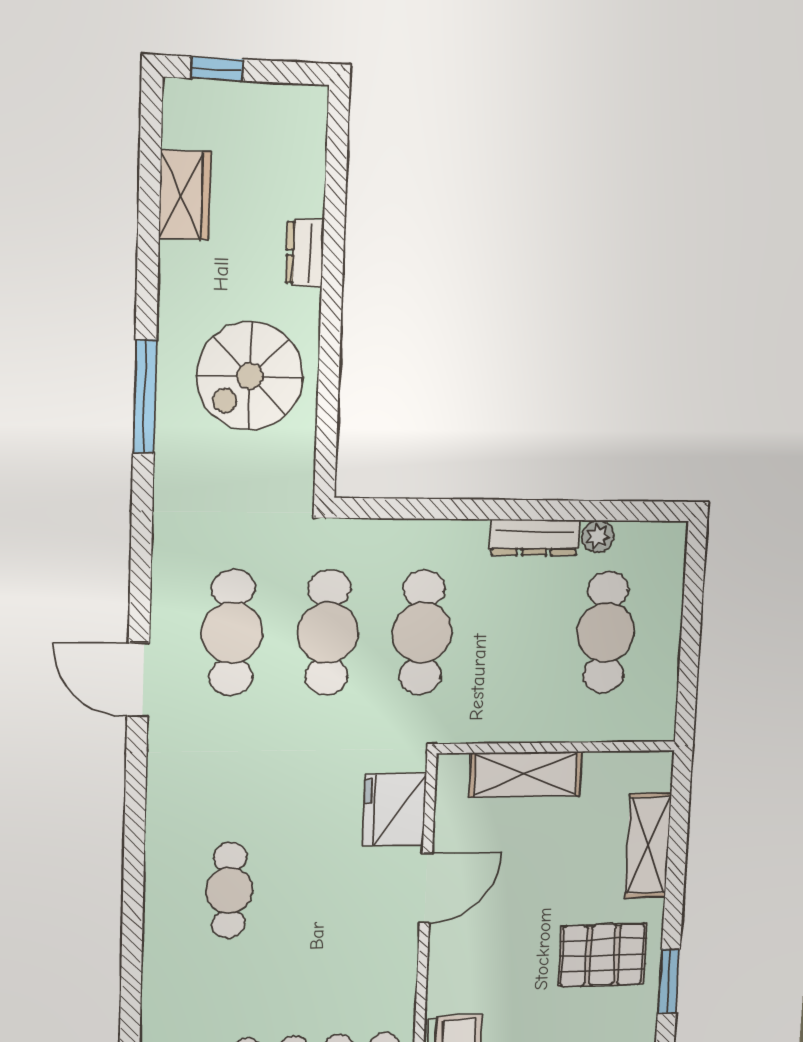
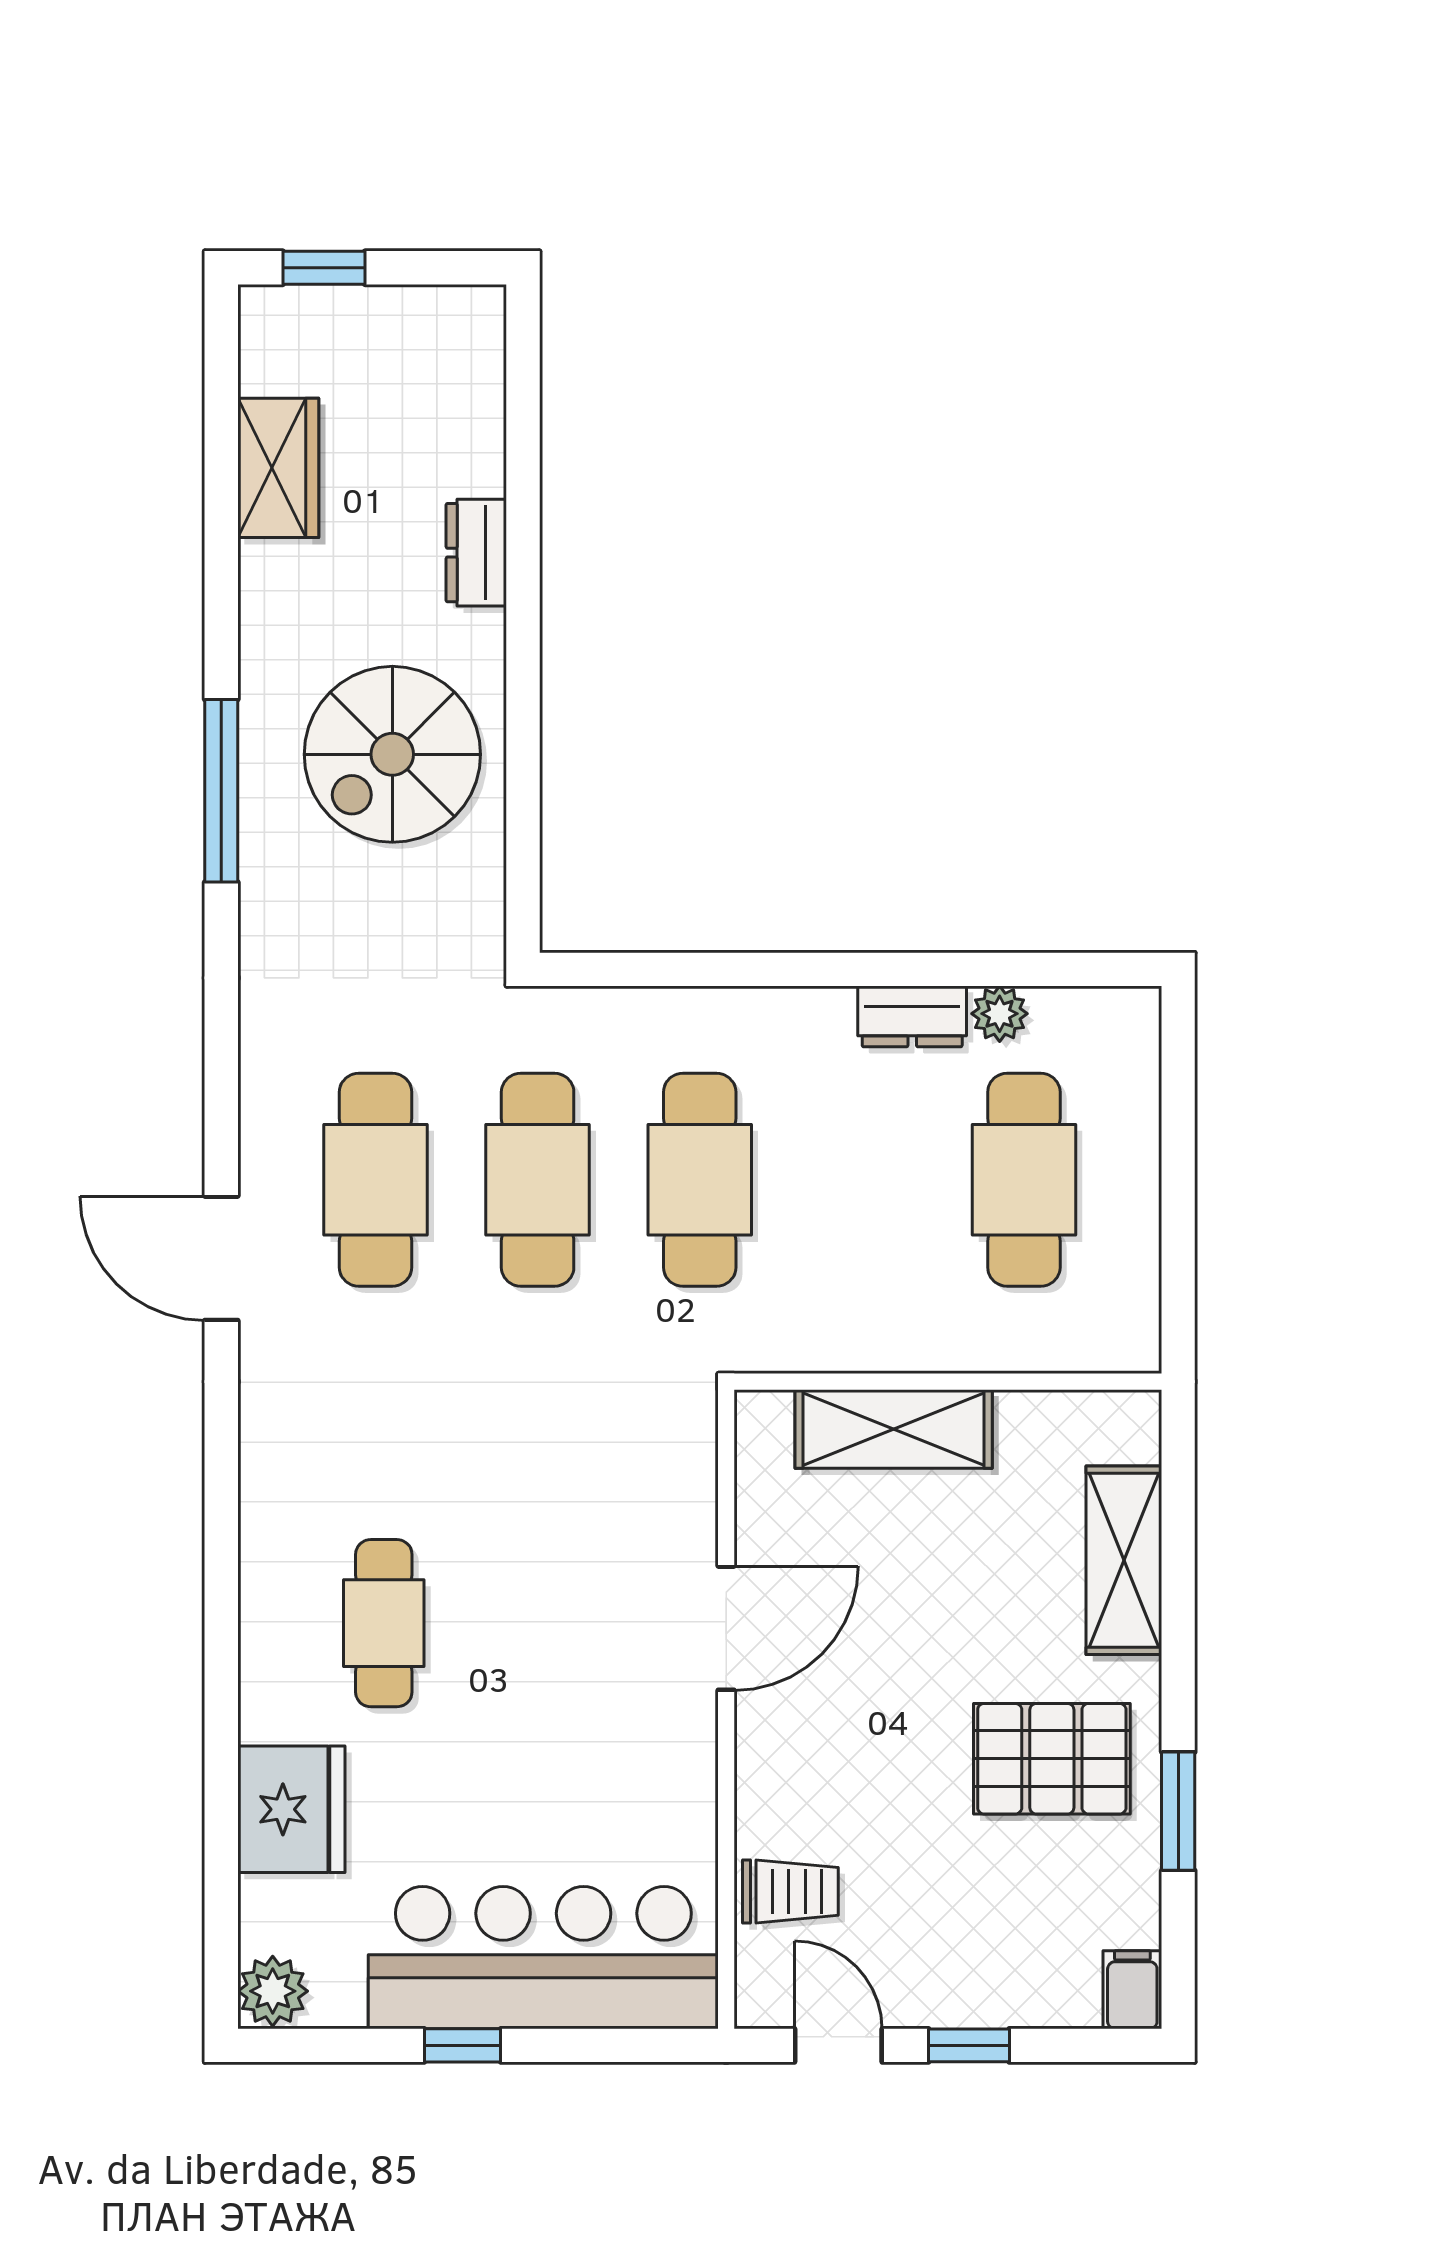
dresser: (535, 537) -> (912, 1016), width x0.70
fridge: (394, 810) -> (291, 1809), moved, turned 180

